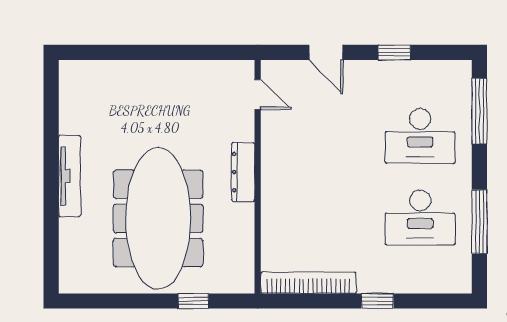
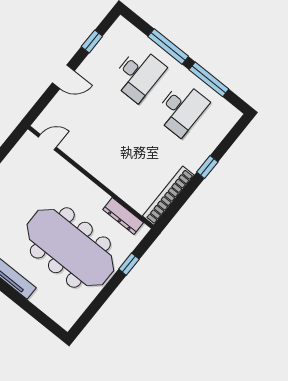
door: (326, 52) -> (63, 77), moved
window: (394, 52) -> (92, 41), moved
window: (479, 111) -> (168, 46), moved
dresser: (243, 172) -> (123, 216), moved

